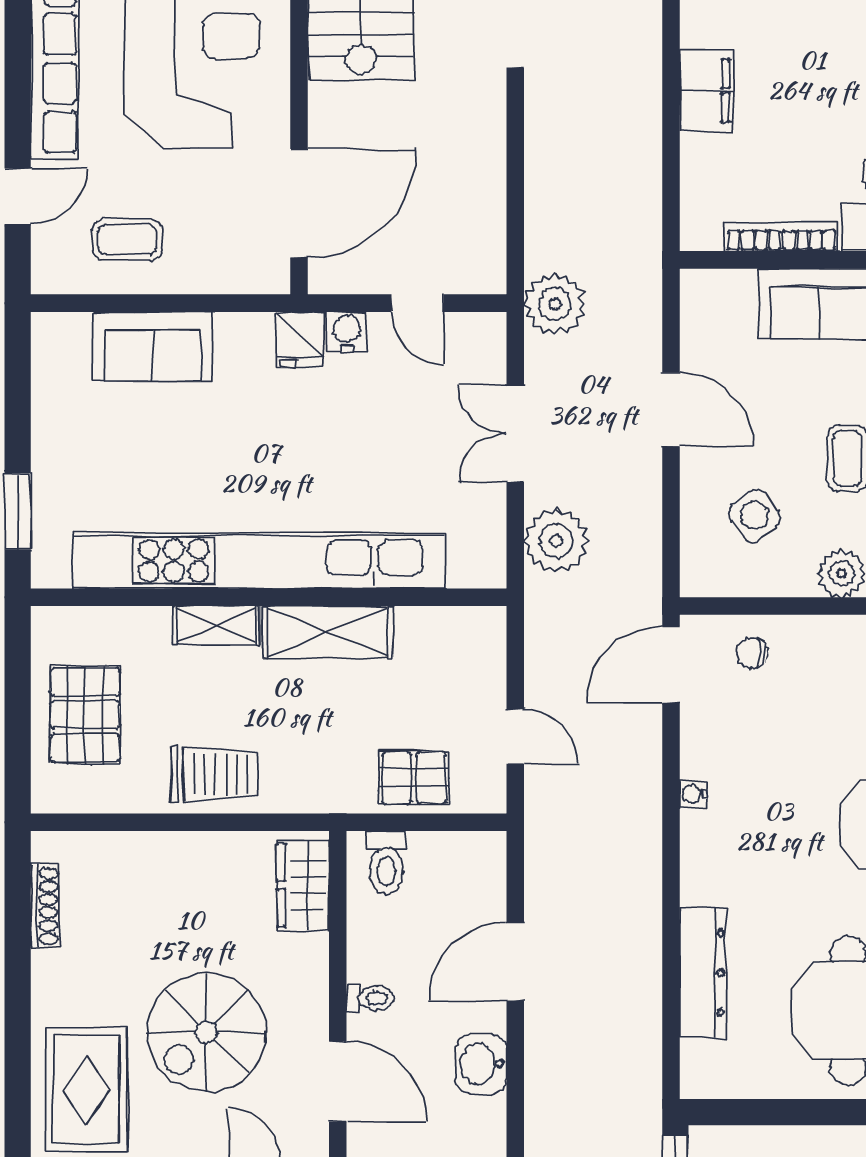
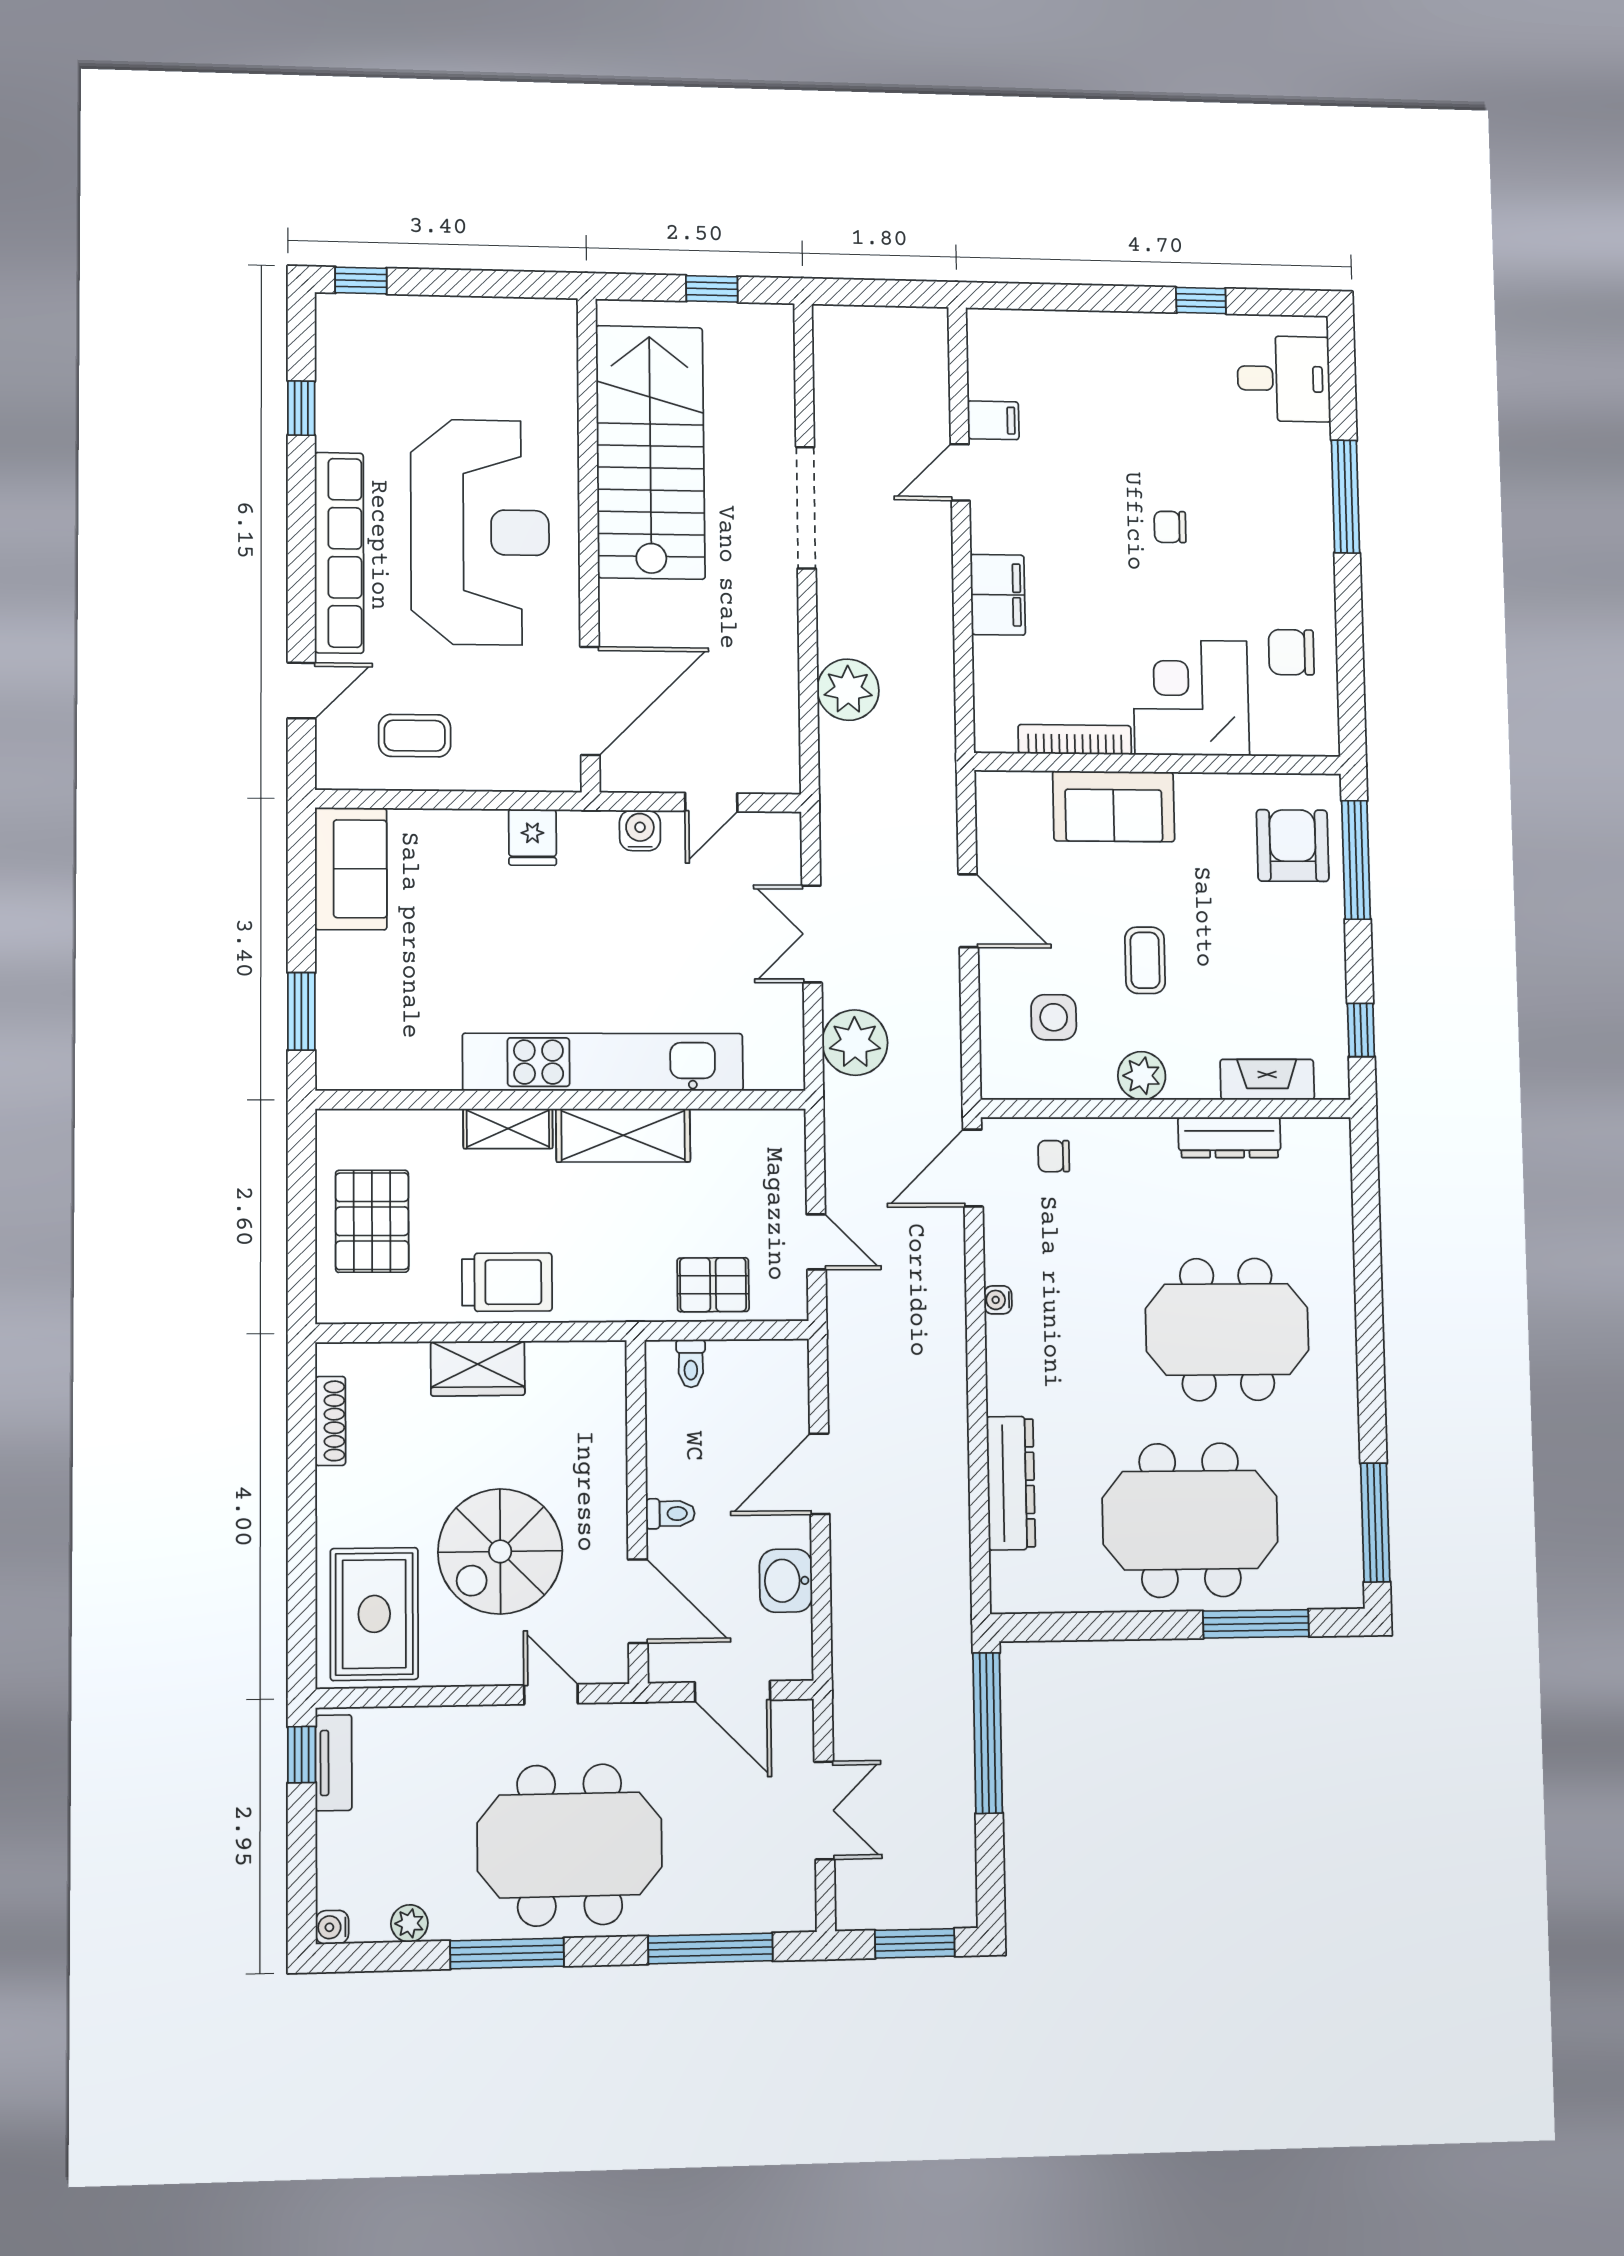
door: (417, 303) -> (711, 802), hinge flipped
plant: (555, 304) -> (848, 690), moved
fridge: (300, 339) -> (532, 837), moved
sofa: (153, 346) -> (351, 869), moved, turned -90
side table: (754, 515) -> (1054, 1017), turned 37
kitchen unit: (259, 560) -> (603, 1062), width x0.73
toilet: (386, 863) -> (691, 1363), width x0.73, depth x0.72
wardrobe: (303, 885) -> (478, 1368), moved, turned -90

